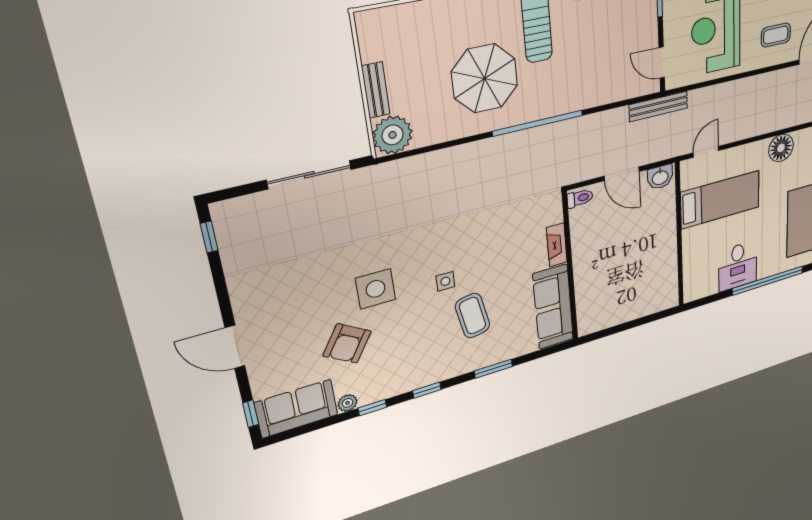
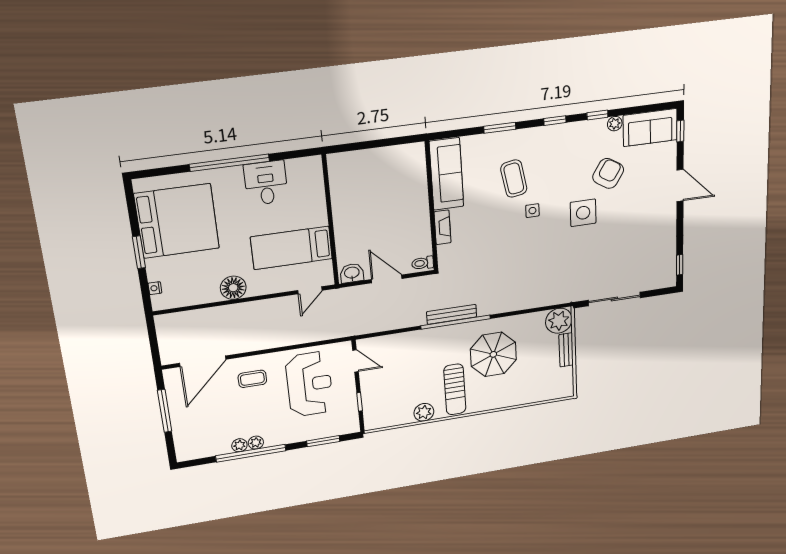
bench: (658, 106) -> (452, 314), moved

